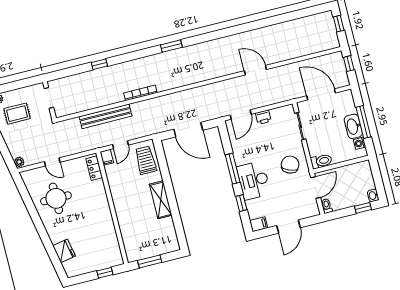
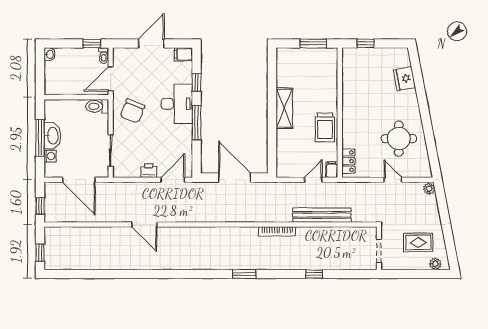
window: (171, 46) -> (244, 274), moved
washing machine: (360, 143) -> (50, 156), moved
trolley: (146, 160) -> (325, 127), moved
window: (363, 208) -> (92, 43), moved

